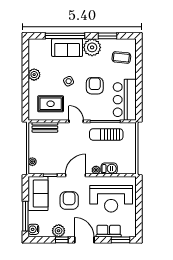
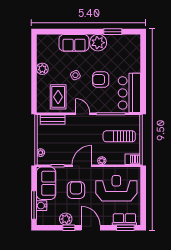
window: (65, 36) -> (72, 32), removed
coffee table: (121, 57) -> (126, 52), removed
armchair: (95, 86) -> (101, 80), turned -90
rug: (51, 104) -> (58, 97), turned 90
sun lounger: (106, 134) -> (119, 136), moved
barbecue: (109, 169) -> (133, 159), moved
reception desk: (111, 199) -> (116, 188), turned 180
water cooler: (33, 229) -> (42, 206), moved
row of seats: (109, 231) -> (124, 219), moved

